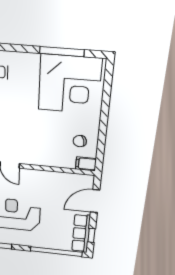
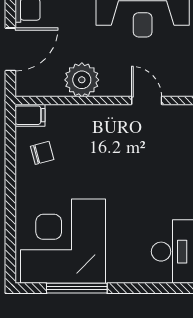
plant: (51, 180) -> (82, 80), added

